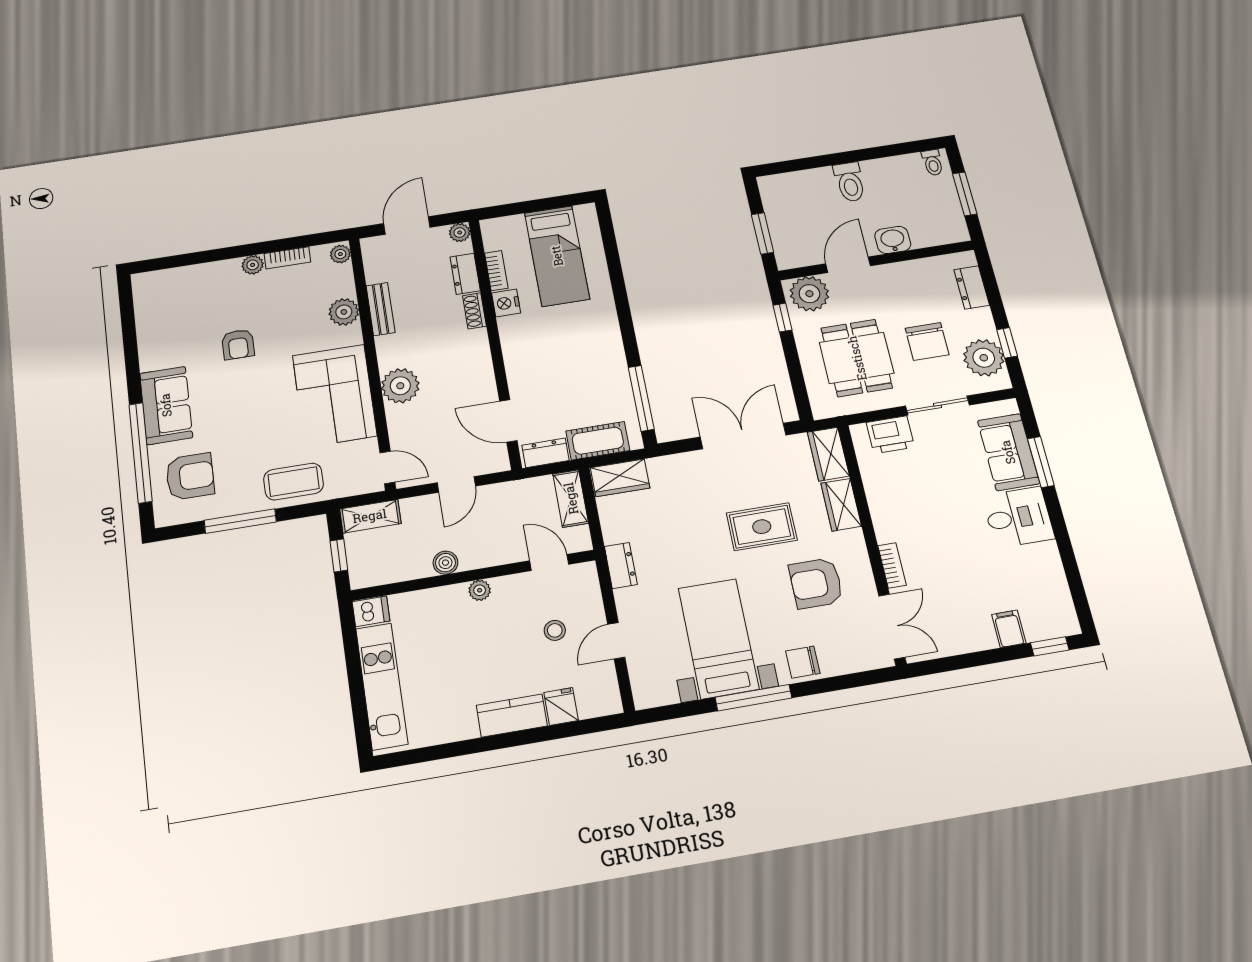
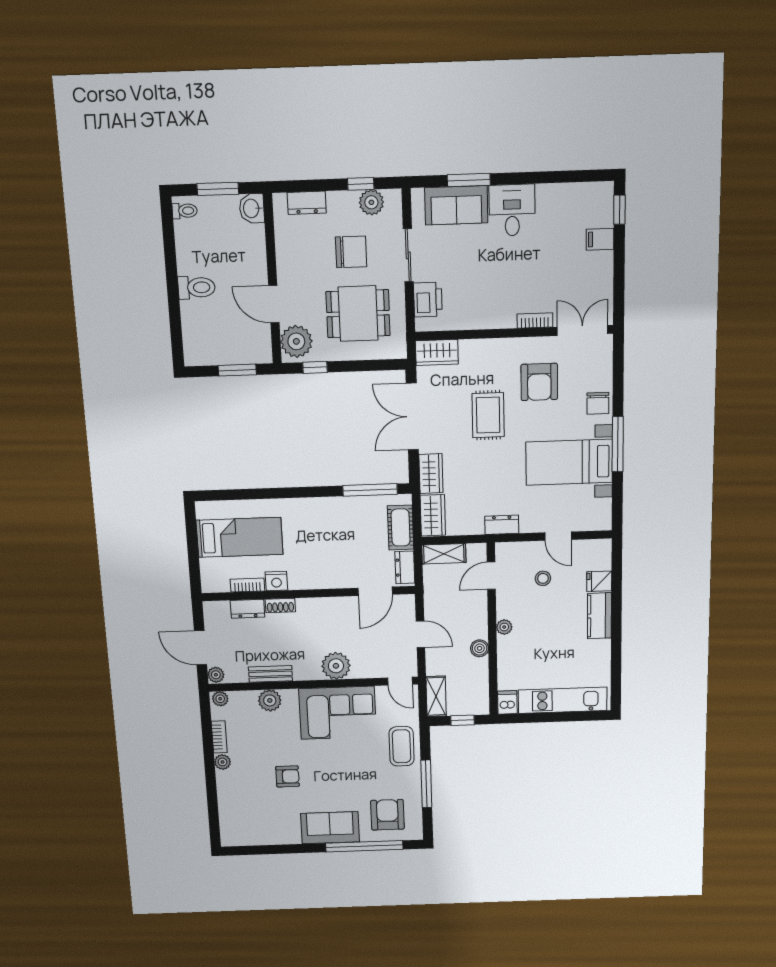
plant: (460, 233) -> (216, 675), moved
washbasin: (893, 240) -> (252, 208), moved
plant: (984, 358) -> (371, 202), width x0.73, depth x0.73
door: (387, 467) -> (400, 681), swing flipped
wardrobe: (841, 505) -> (431, 474), moved, turned -90

